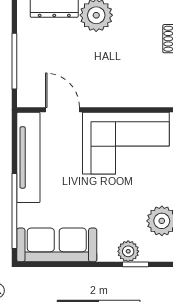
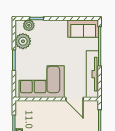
sofa: (57, 245) -> (83, 29), width x0.73
plant: (128, 251) -> (29, 25), moved

